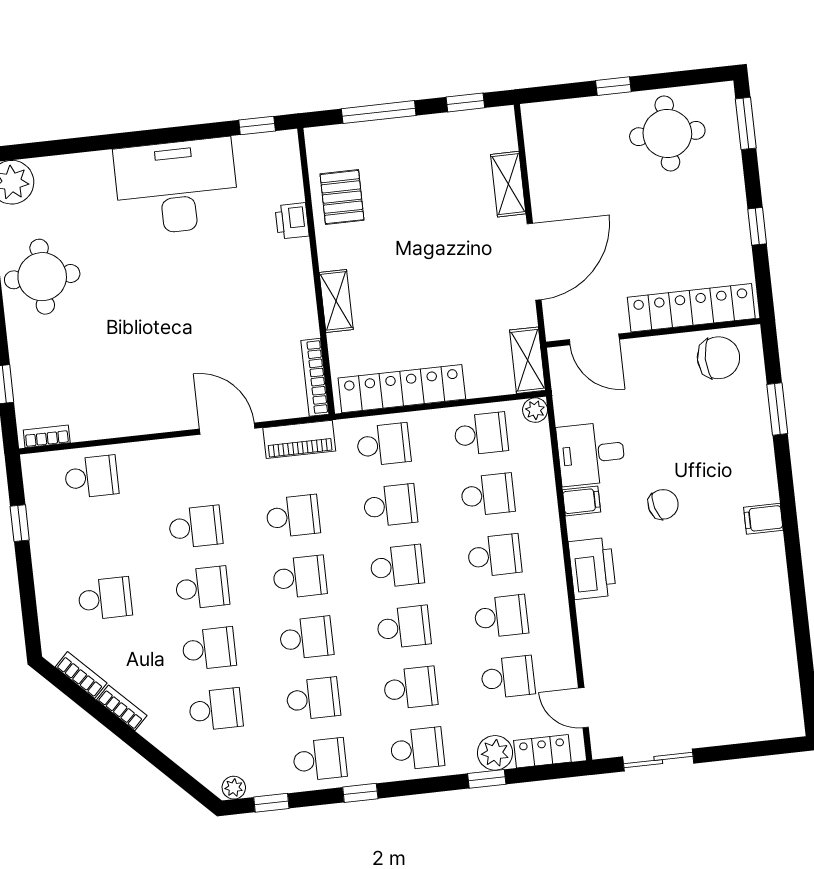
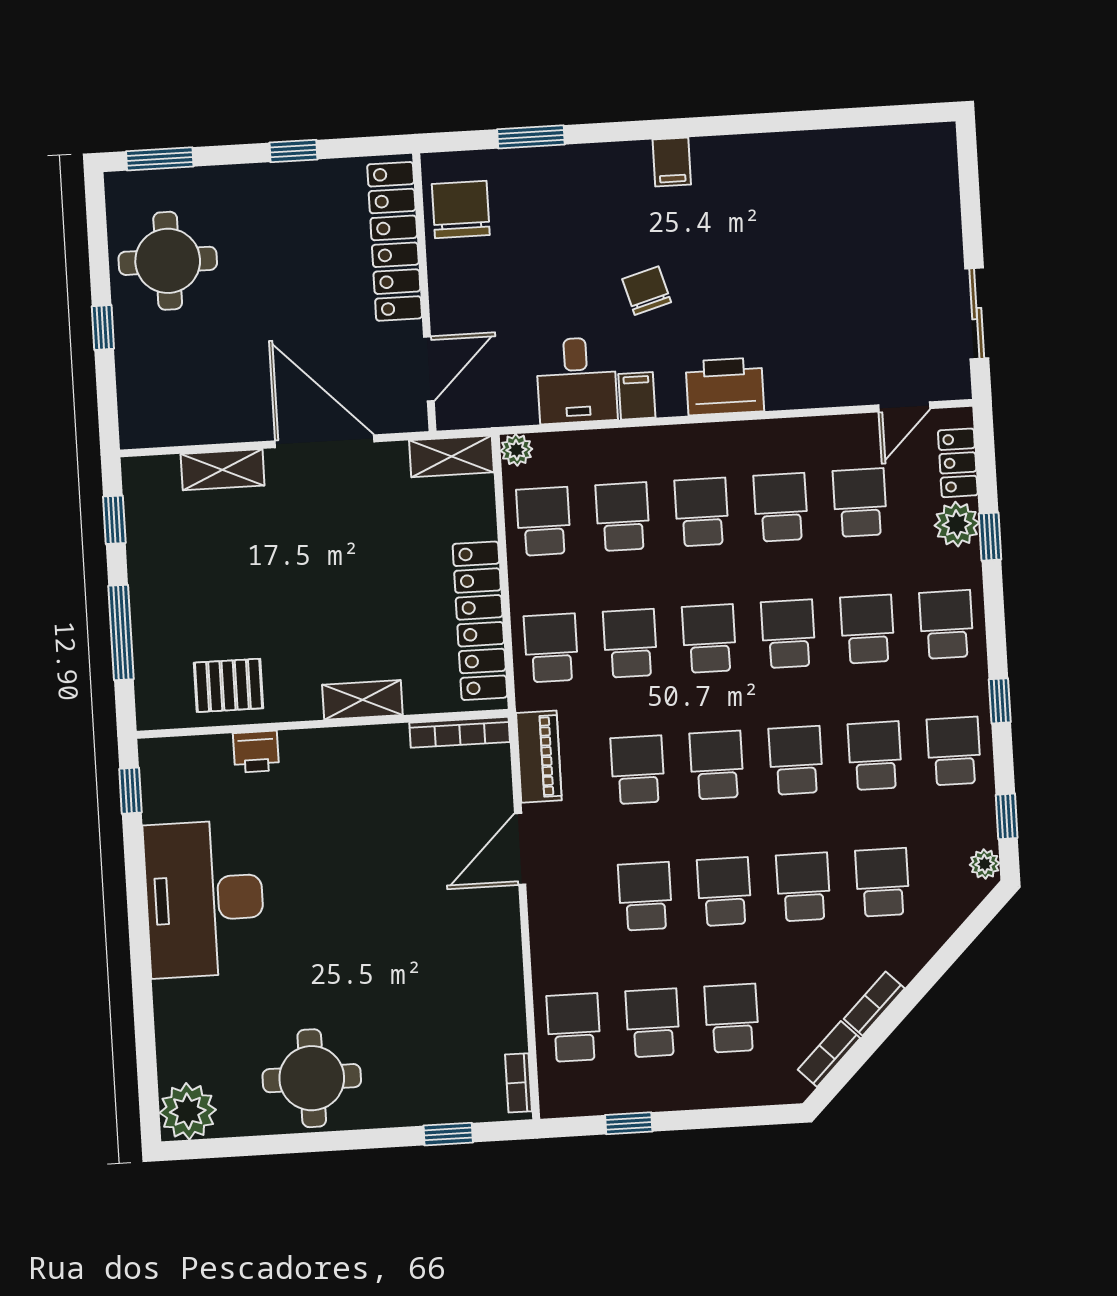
school desk: (98, 538) -> (653, 1023), added

